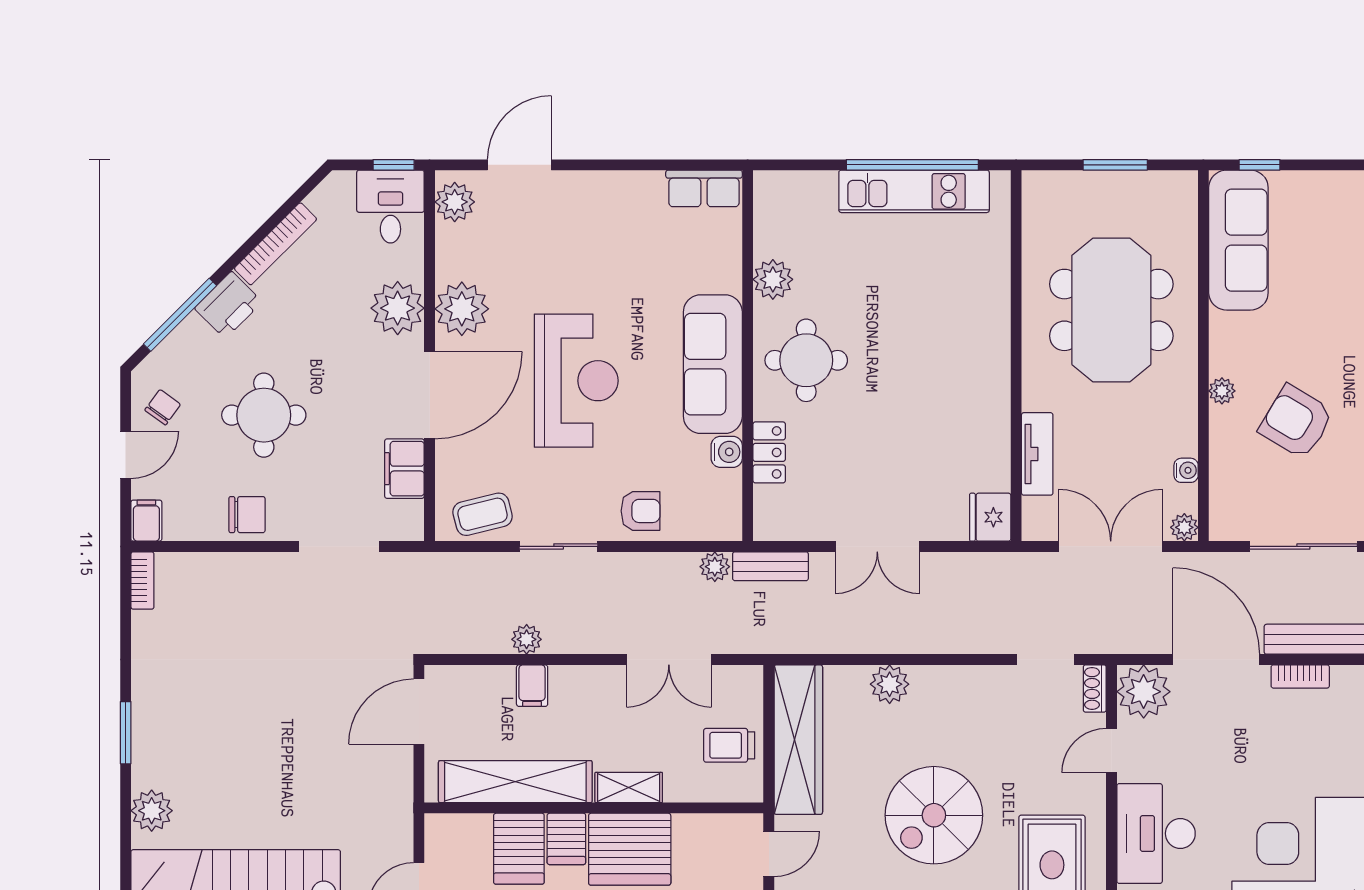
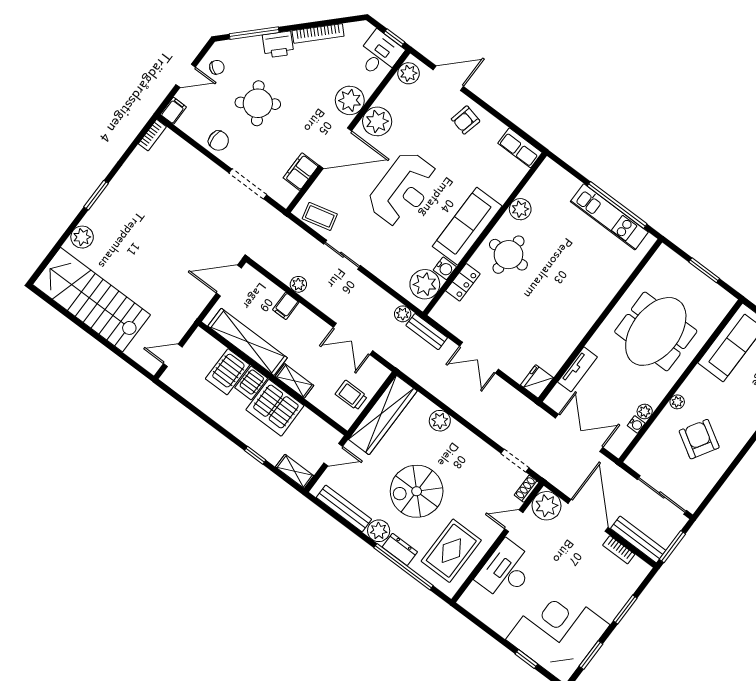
round table: (264, 415) -> (258, 103), turned -34
plant: (715, 498) -> (425, 284), added
armchair: (640, 511) -> (466, 120), moved, turned 103
plant: (1184, 527) -> (645, 411), moved

